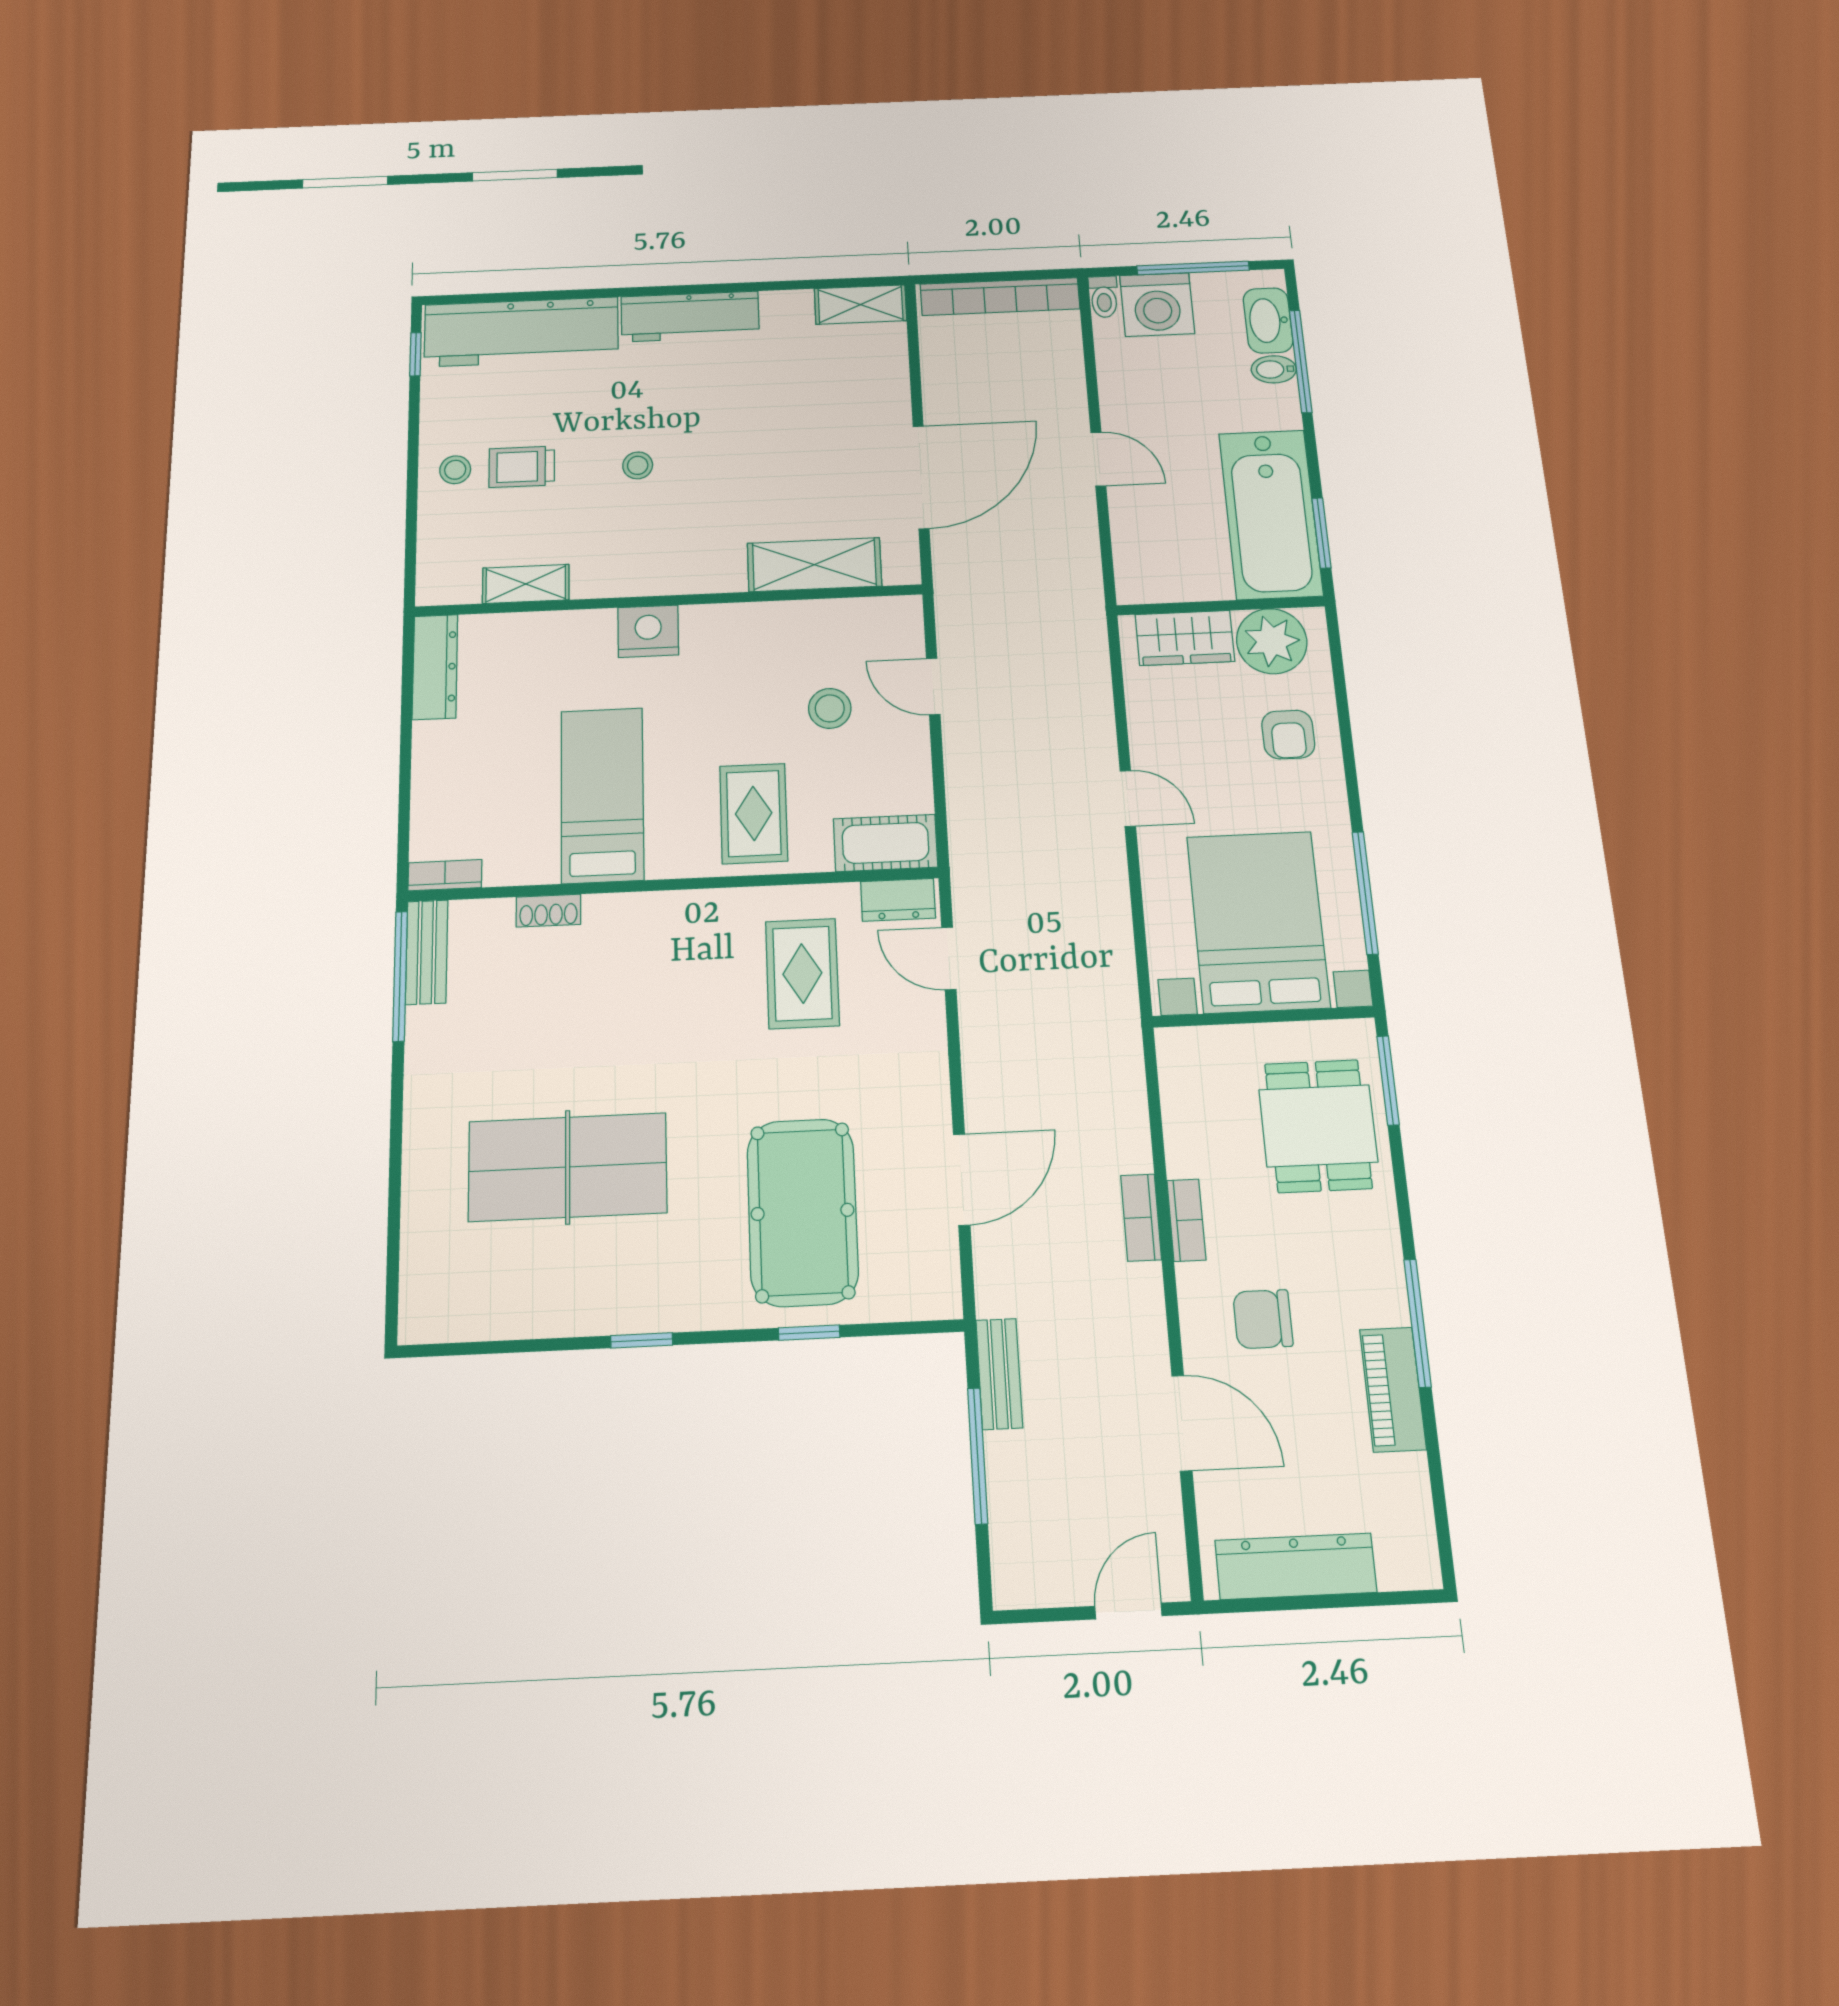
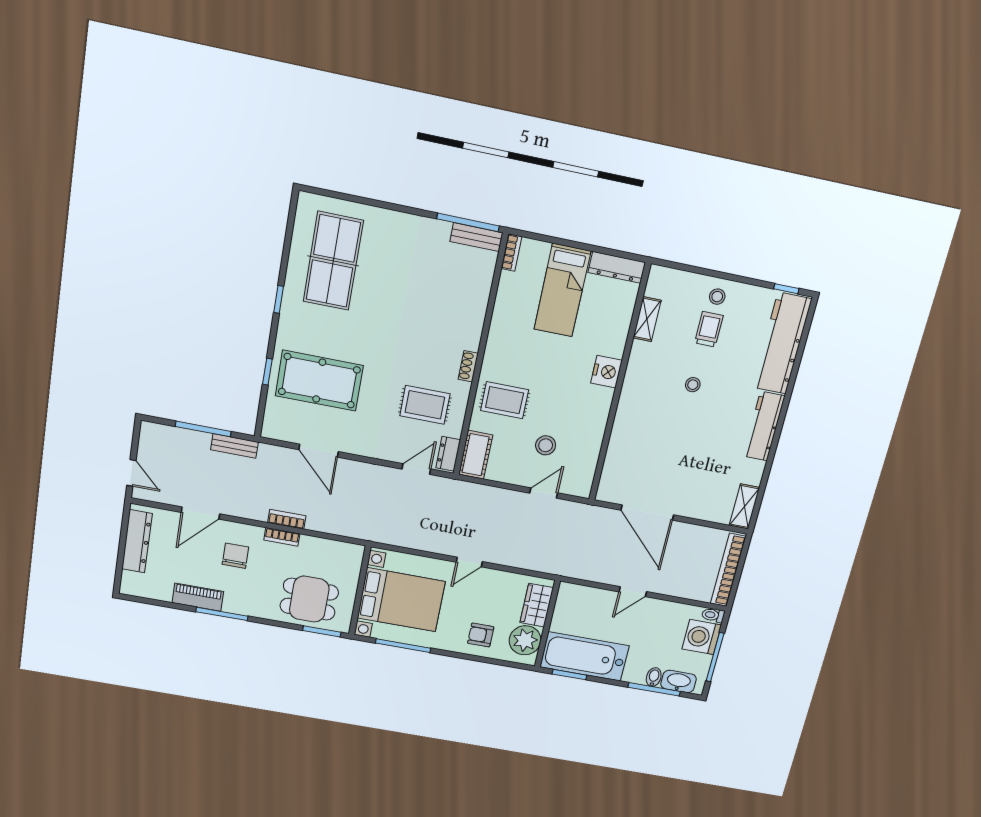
shelving: (814, 565) -> (618, 455), removed
bed: (602, 795) -> (562, 290), moved, turned 90
shoe rack: (548, 911) -> (468, 366), moved
table tennis table: (568, 1167) -> (333, 261), moved

